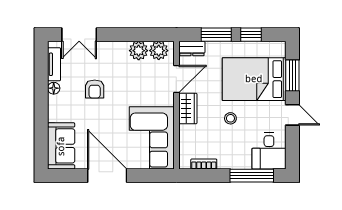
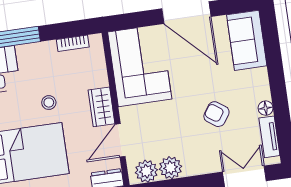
armchair: (95, 89) -> (216, 114), turned -55

